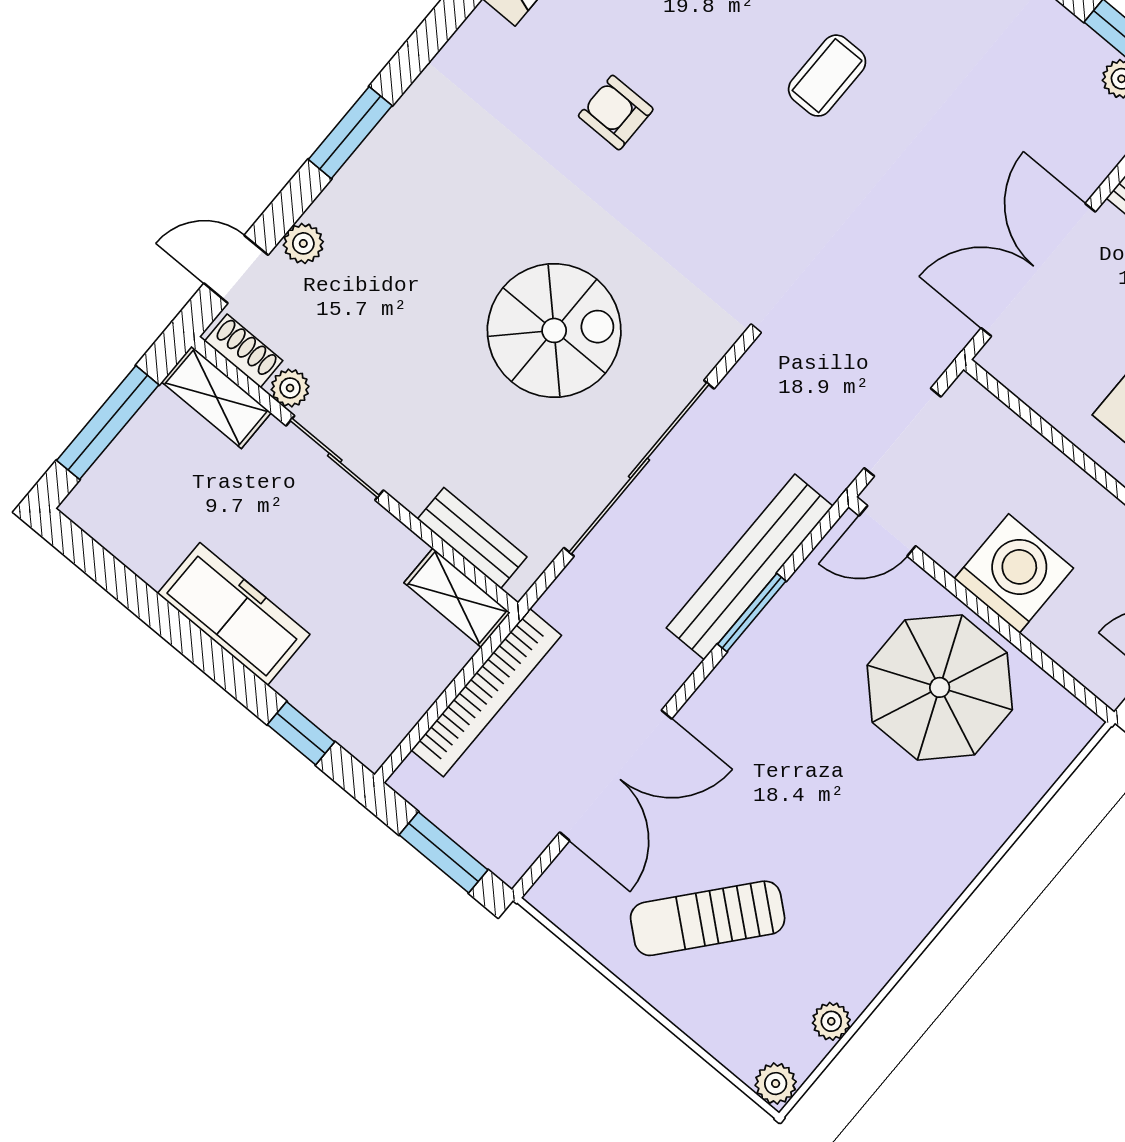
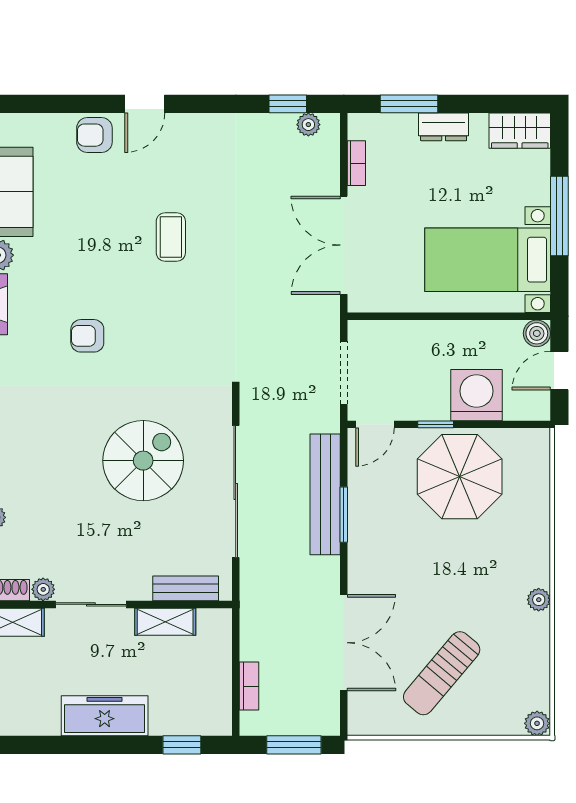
washing machine: (1014, 573) -> (476, 395), moved
window: (965, 595) -> (436, 424), added
shelving: (457, 598) -> (165, 622), moved
bookcase: (486, 693) -> (249, 686), width x0.43, depth x0.76
plant: (831, 1021) -> (539, 600), moved

